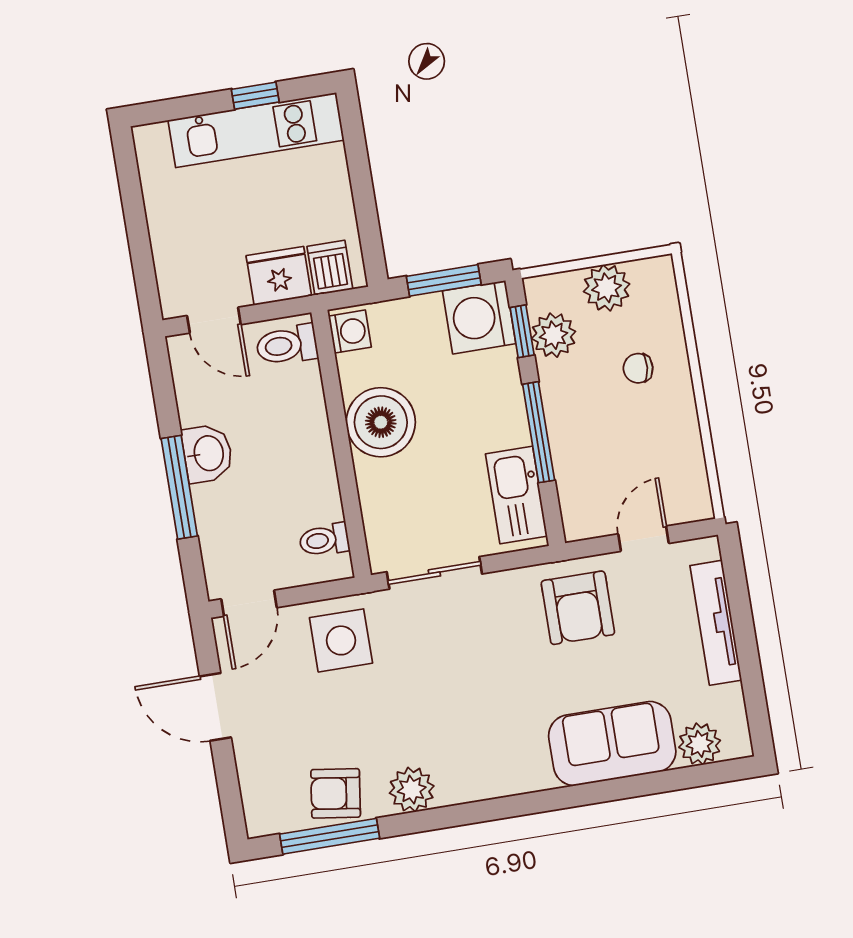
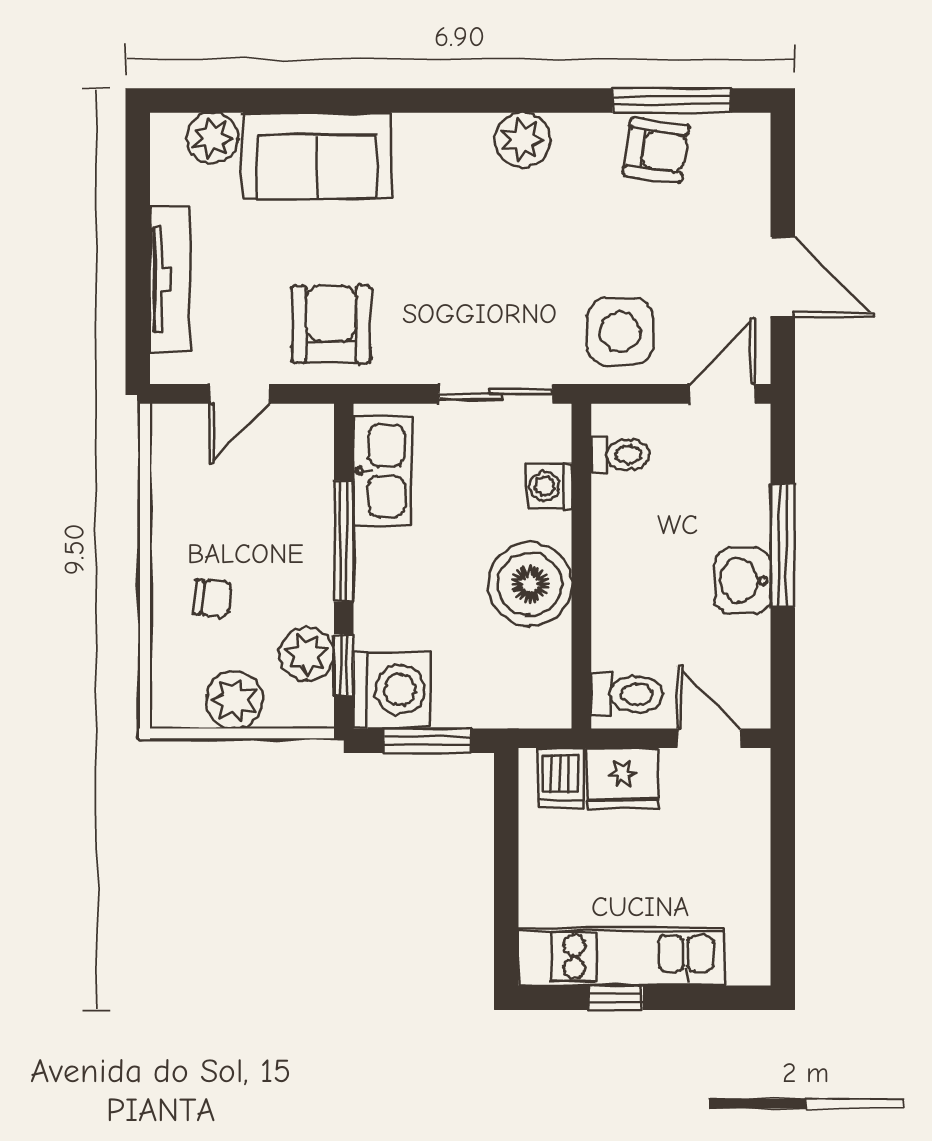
washing machine: (350, 332) -> (549, 486), moved
plant: (412, 790) -> (522, 140), moved

